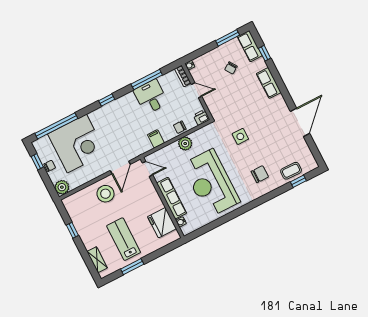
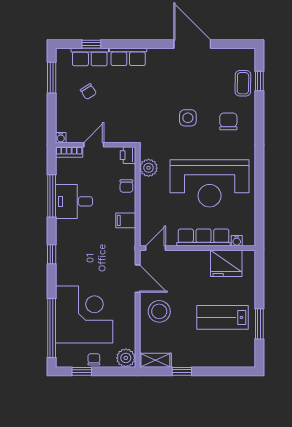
row of seats: (250, 46) -> (90, 57), moved
side table: (240, 136) -> (188, 118), moved
plant: (185, 144) -> (149, 168), moved
shelving: (97, 260) -> (155, 360), moved

